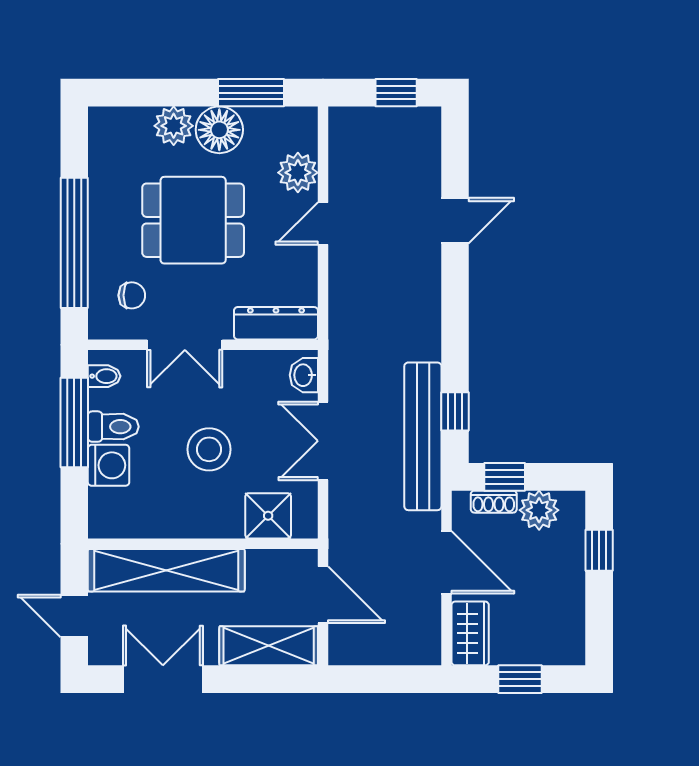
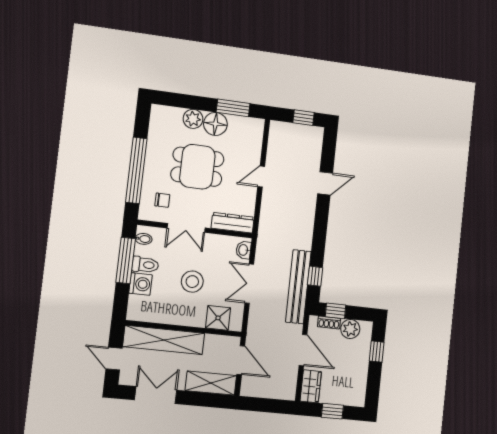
plant: (298, 173) -> (252, 150), removed

